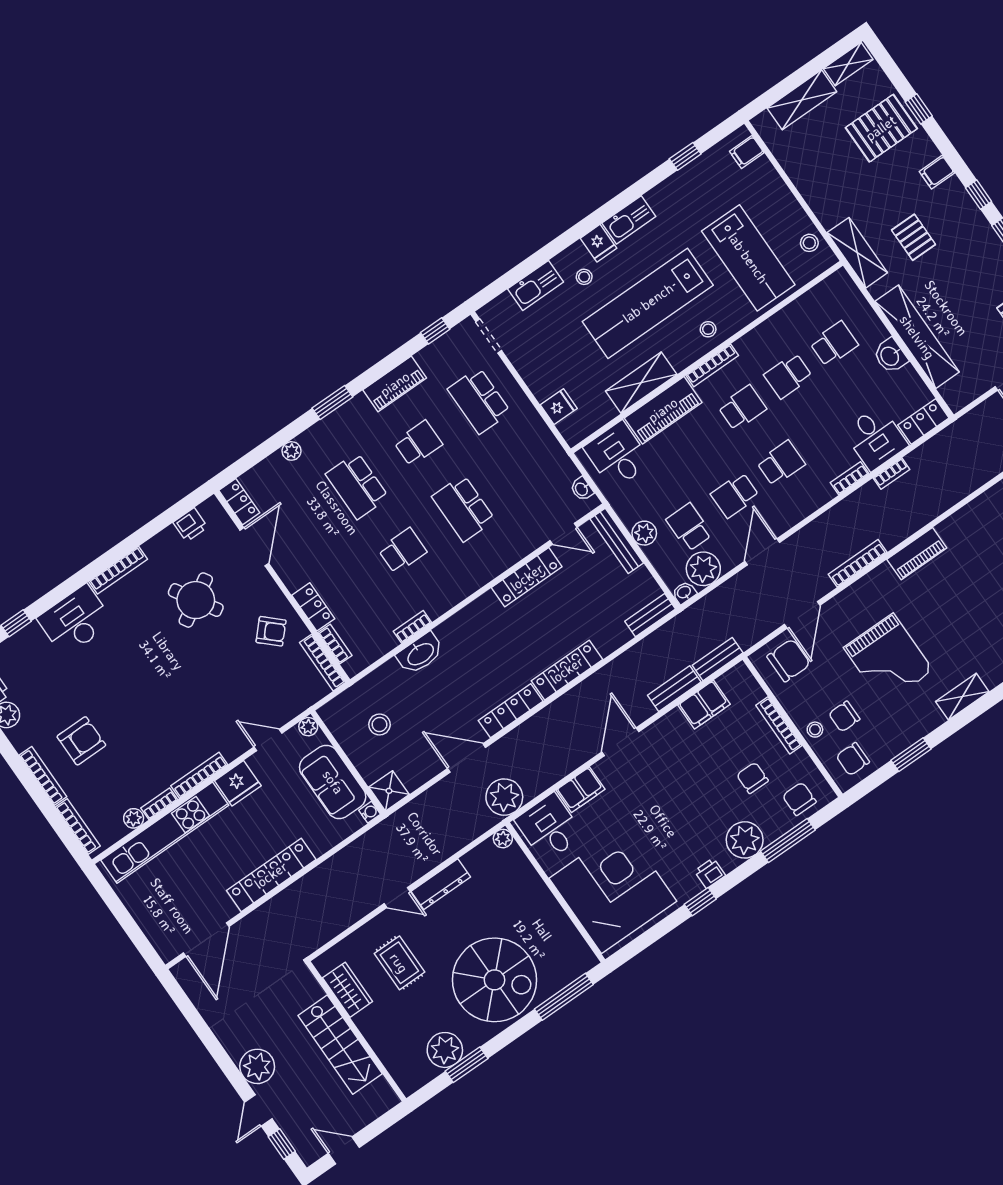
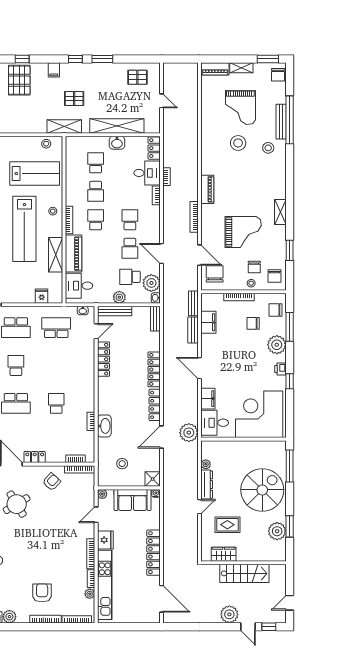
school desk: (463, 508) -> (56, 328), moved, turned 180
locker: (313, 607) -> (35, 457), moved
plant: (503, 839) -> (206, 464), moved

